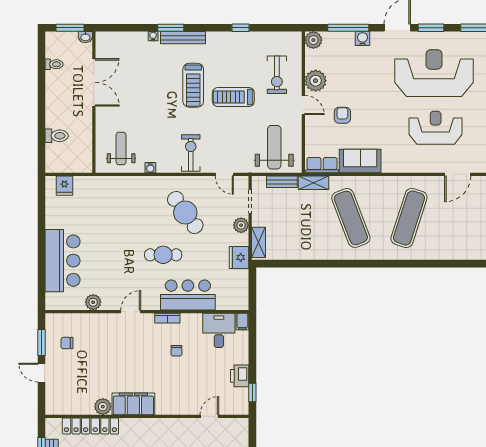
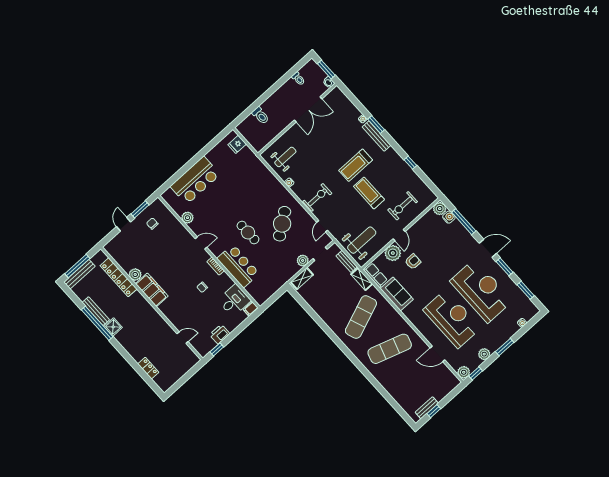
water cooler: (362, 39) -> (449, 217), moved
plant: (316, 81) -> (393, 253), moved
reception desk: (436, 128) -> (452, 319), width x1.36, depth x1.30
fridge: (239, 257) -> (284, 275), removed

